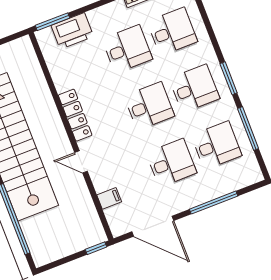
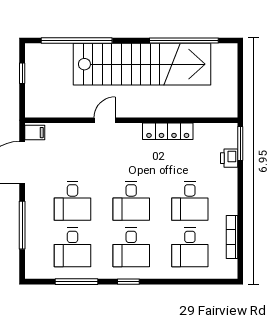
printer: (72, 31) -> (229, 158), width x0.53, depth x0.68
window: (229, 78) -> (128, 282), width x0.67
locker: (75, 115) -> (168, 131), moved
filing cabinet: (109, 198) -> (35, 133), moved, turned -90
window: (96, 248) -> (22, 73), moved

